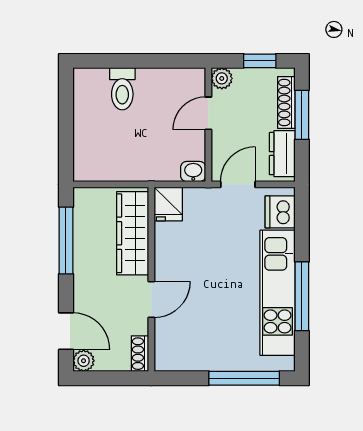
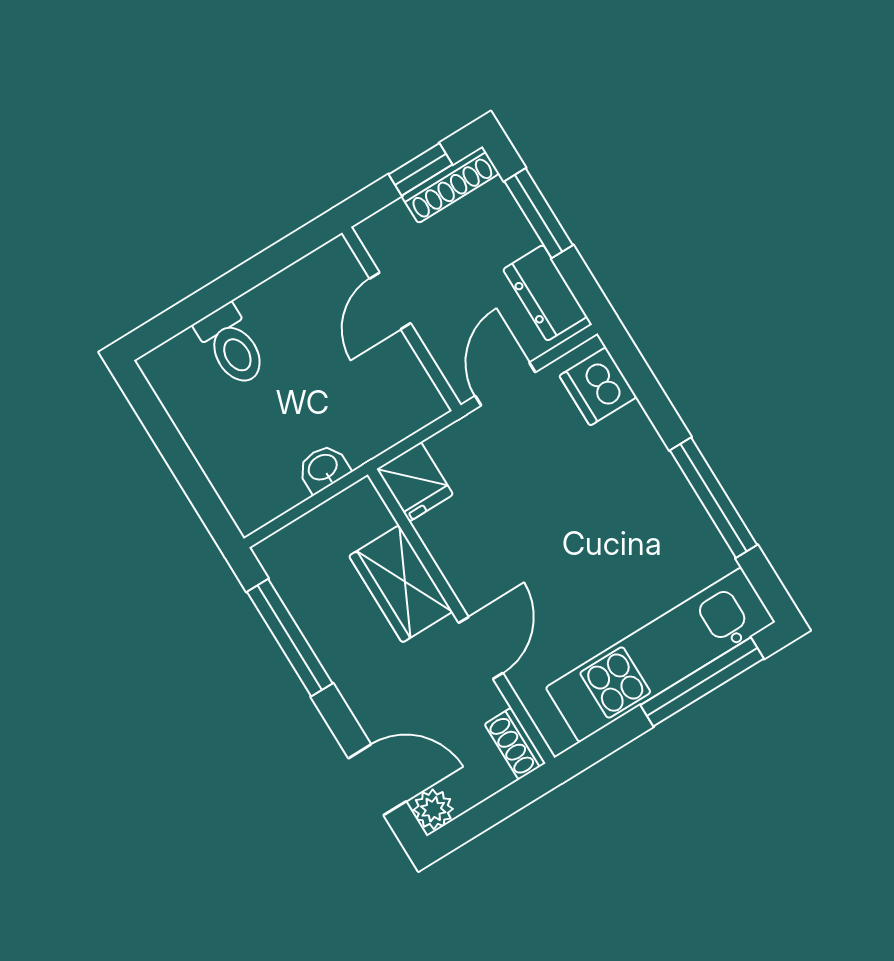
plant: (222, 78) -> (378, 233), removed
shoe rack: (286, 102) -> (450, 185), moved, turned -90
washbasin: (193, 172) -> (323, 468), moved
wardrobe: (133, 233) -> (401, 584), width x0.67
kitchen unit: (278, 293) -> (660, 655), moved, turned 90

